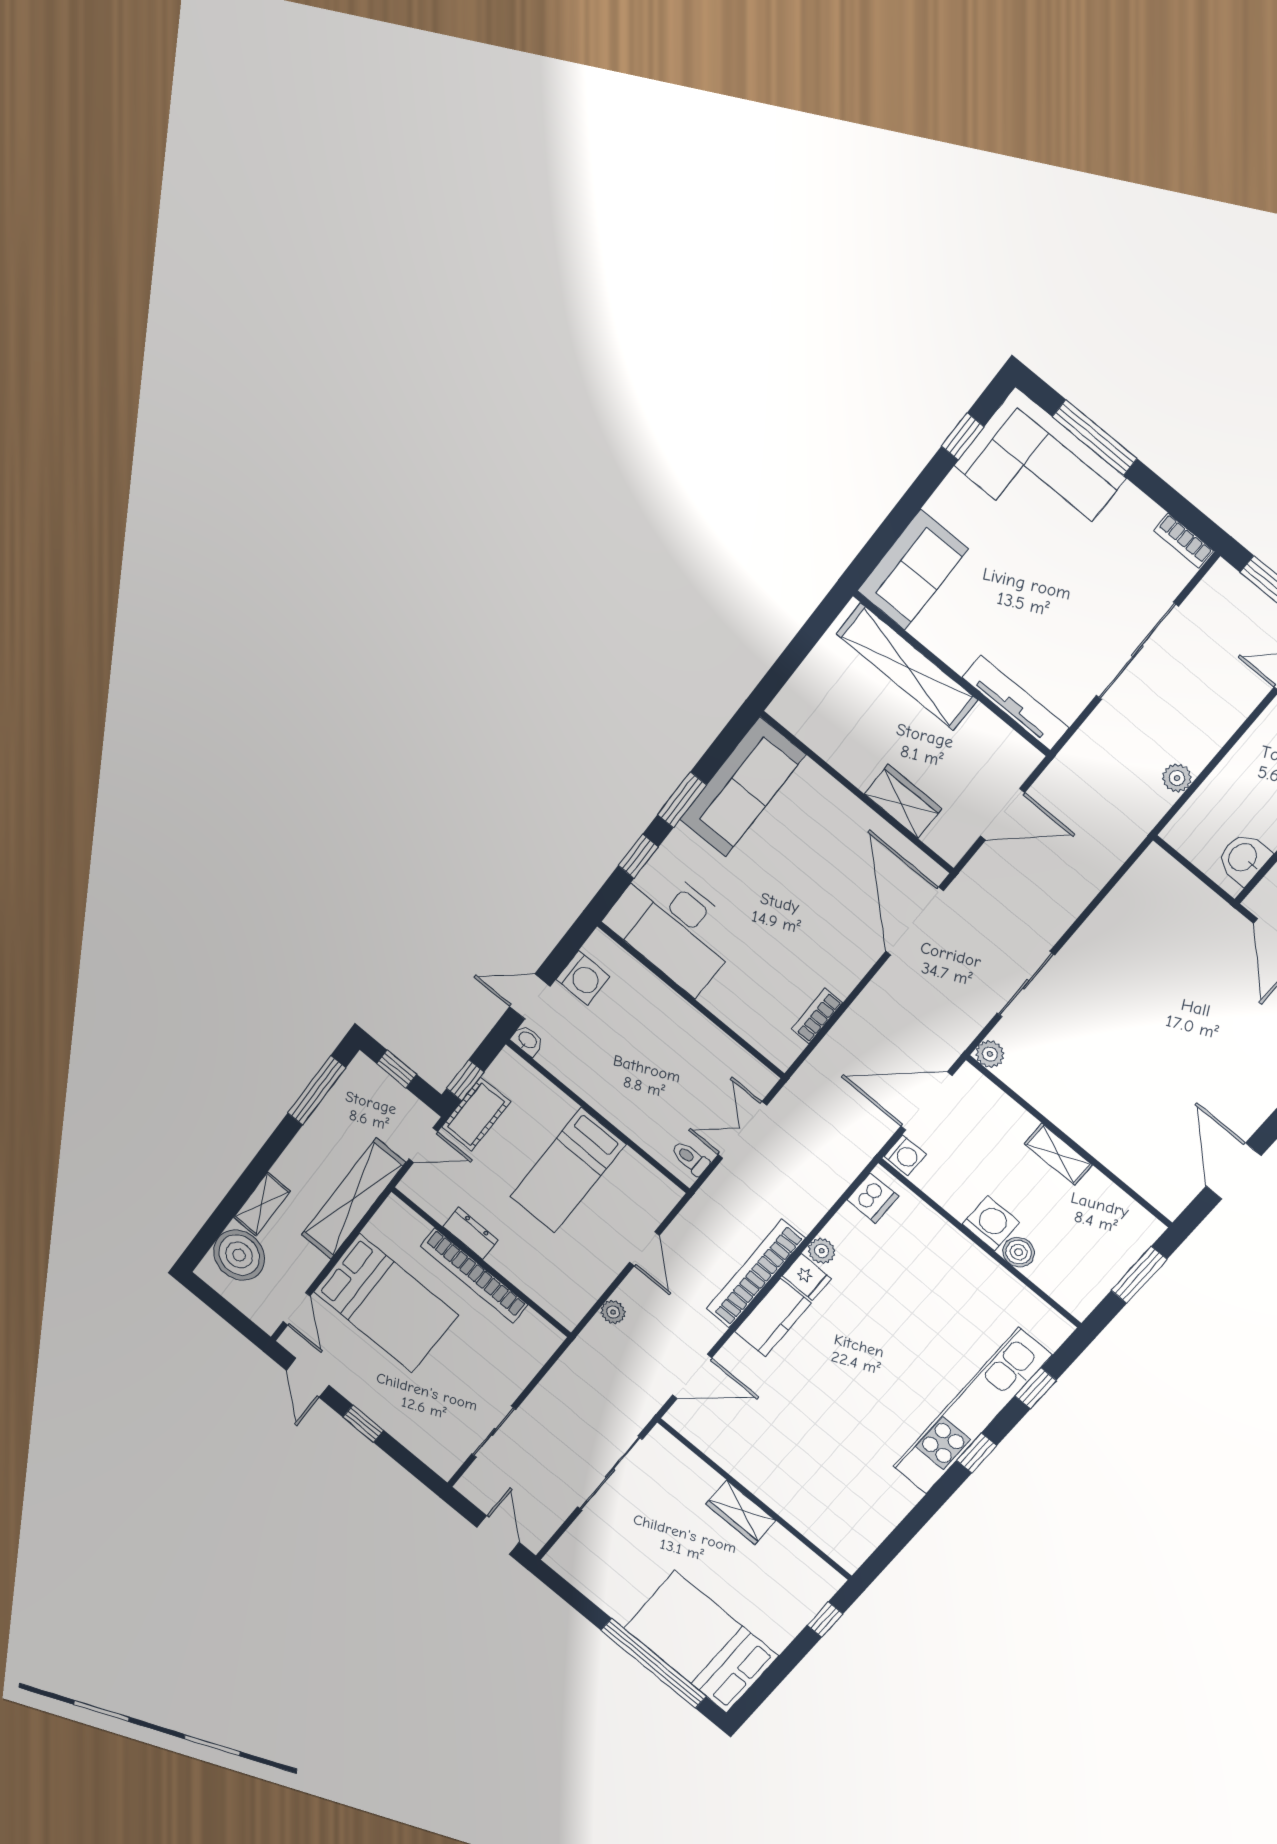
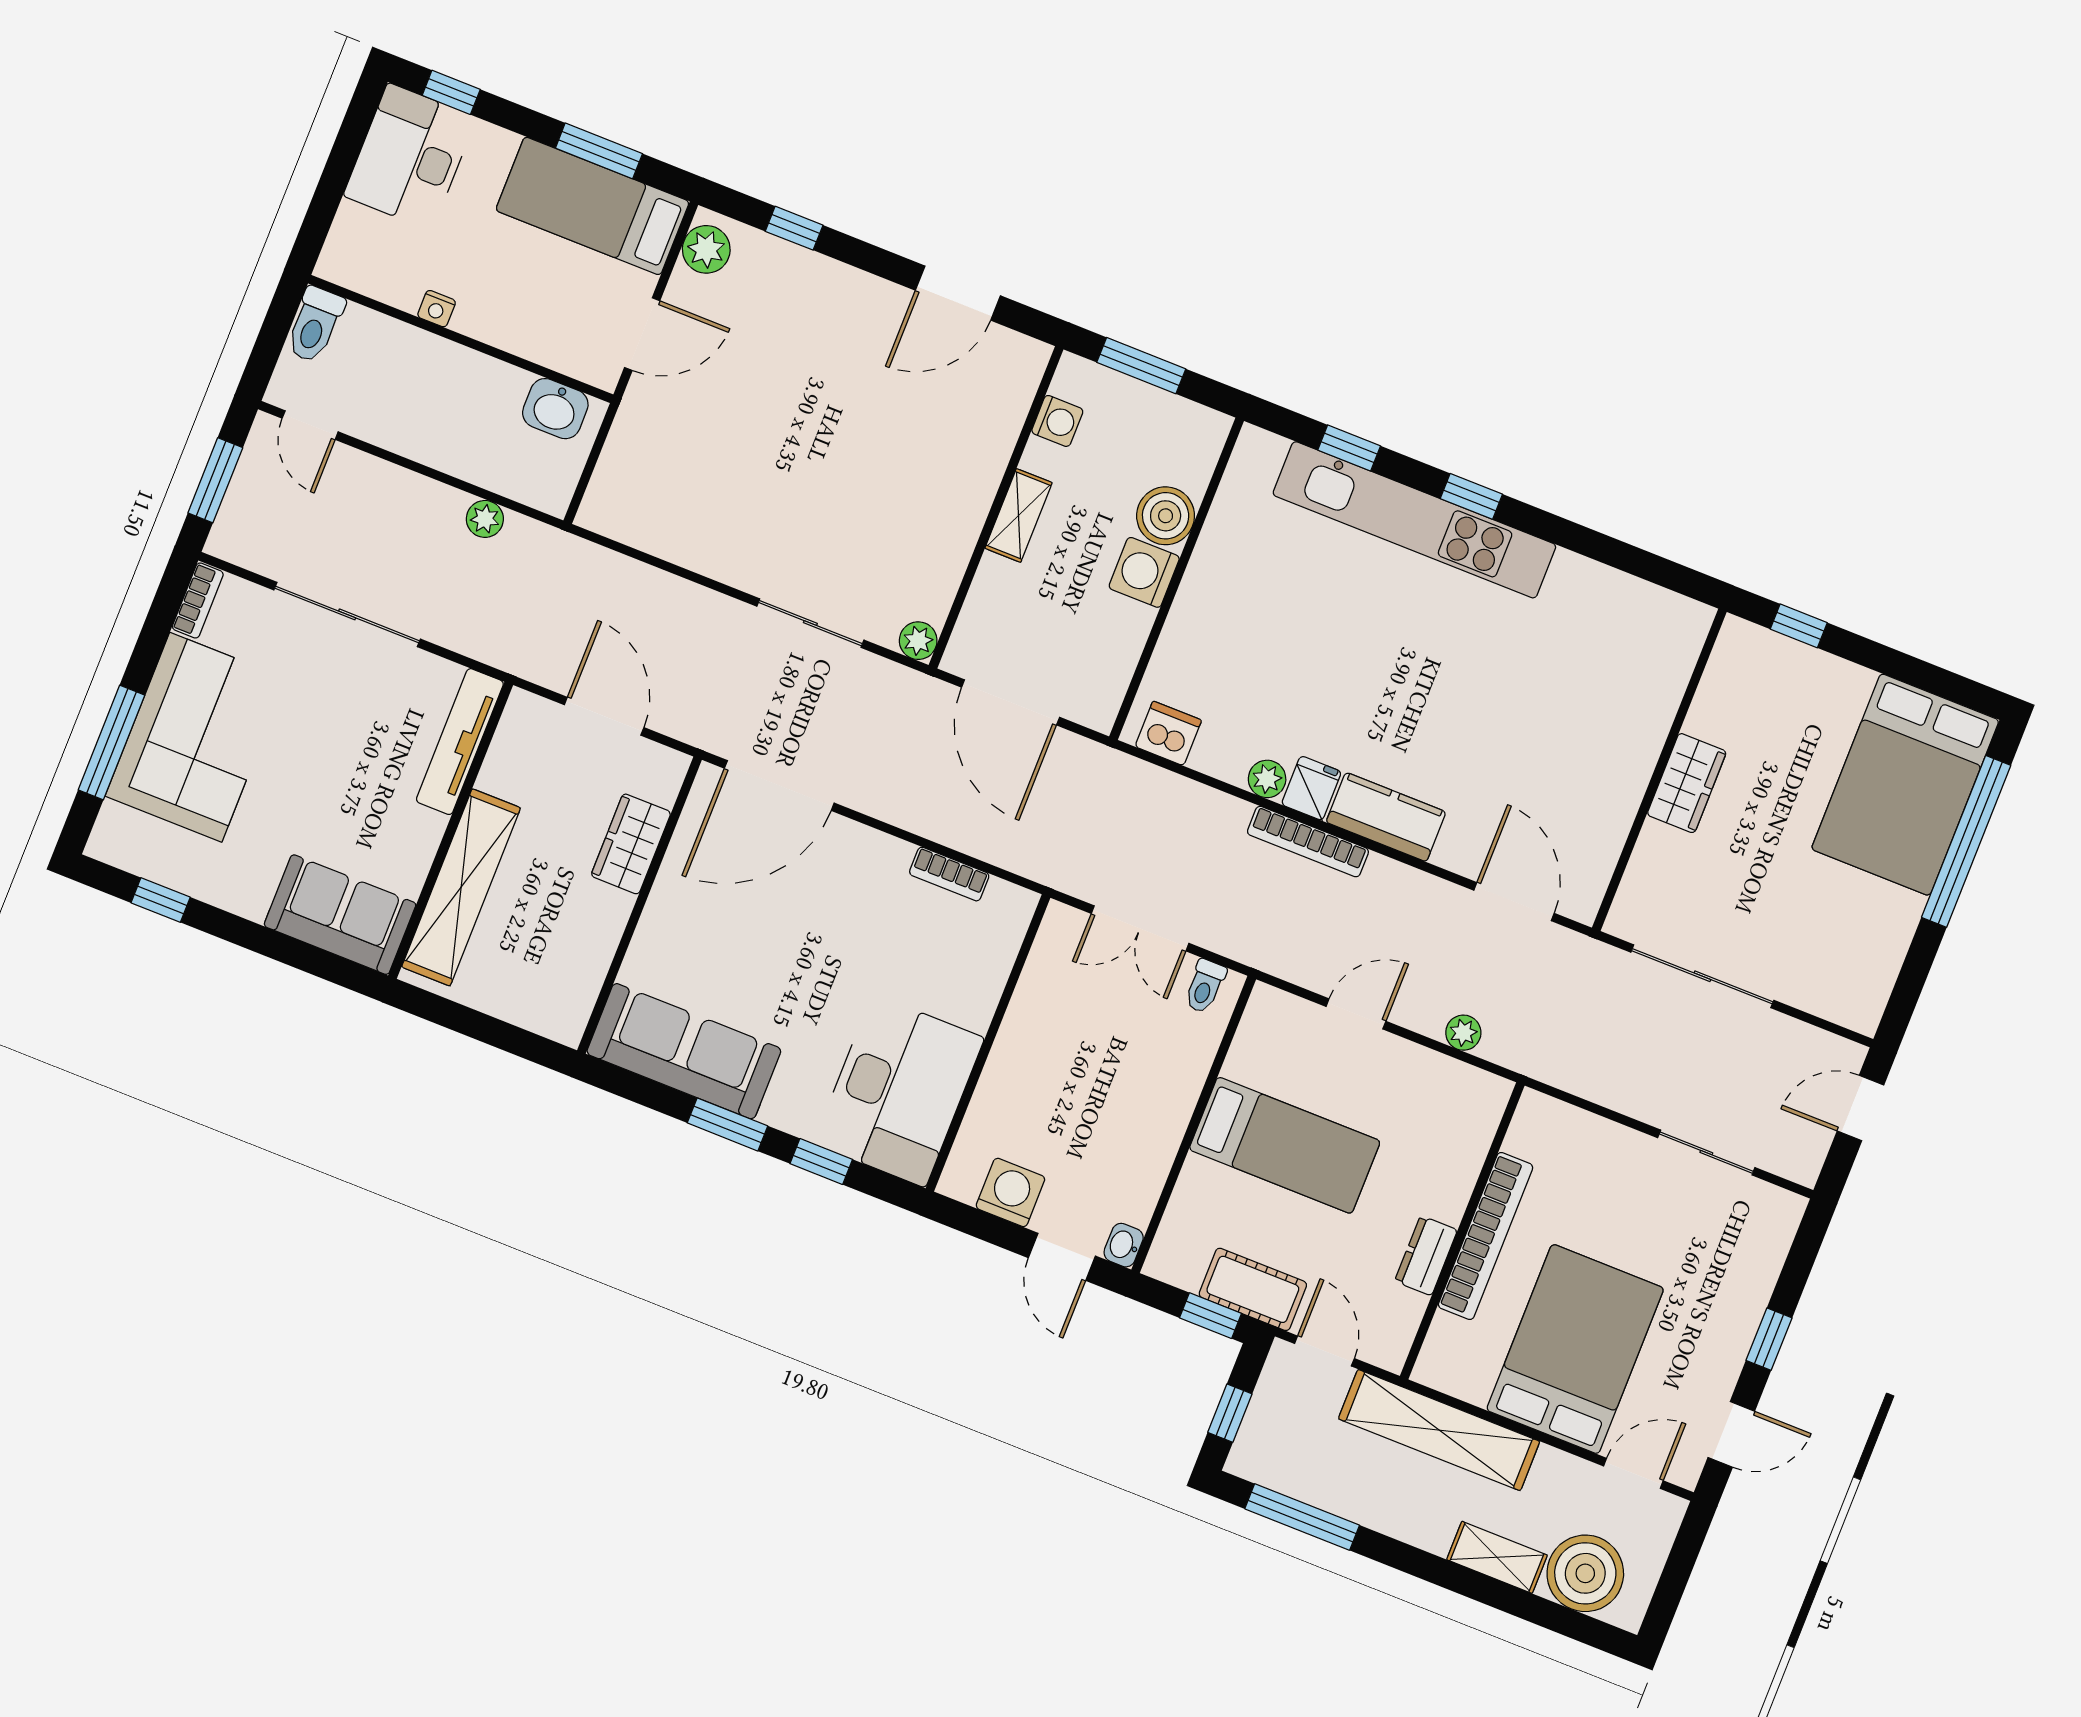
corner sofa: (1040, 472) -> (196, 737), moved
washing machine: (905, 1155) -> (1057, 421), moved, turned 90
boiler: (1019, 1252) -> (1166, 516), width x1.36, depth x1.36
bookcase: (756, 1274) -> (1308, 842), width x0.68, depth x0.76

